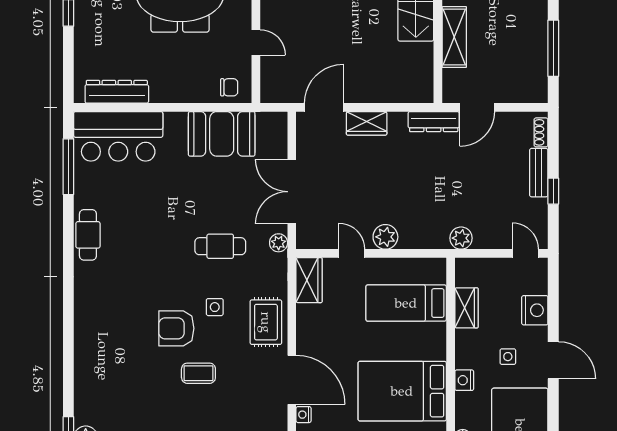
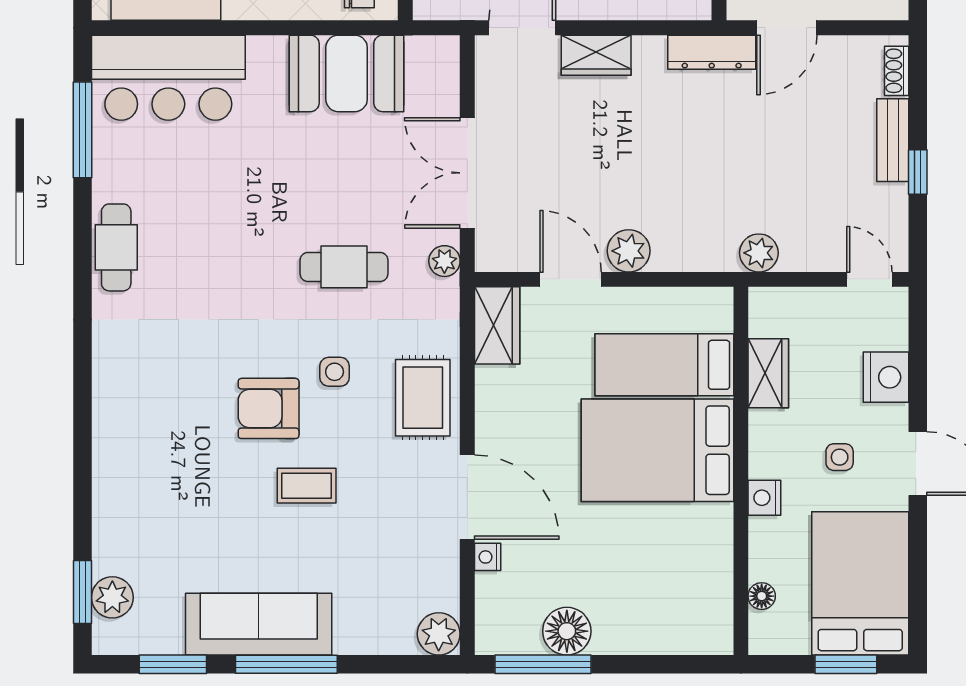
door: (352, 253) -> (571, 279), width x1.38
bed: (402, 391) -> (658, 450), moved

